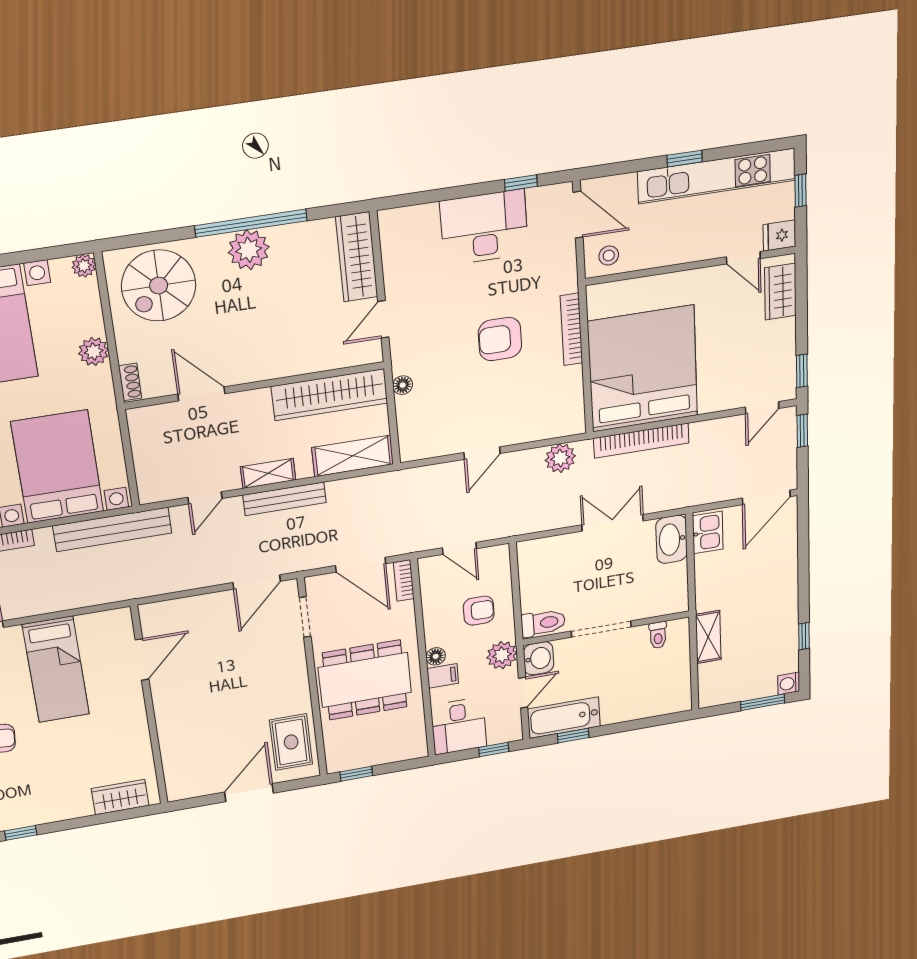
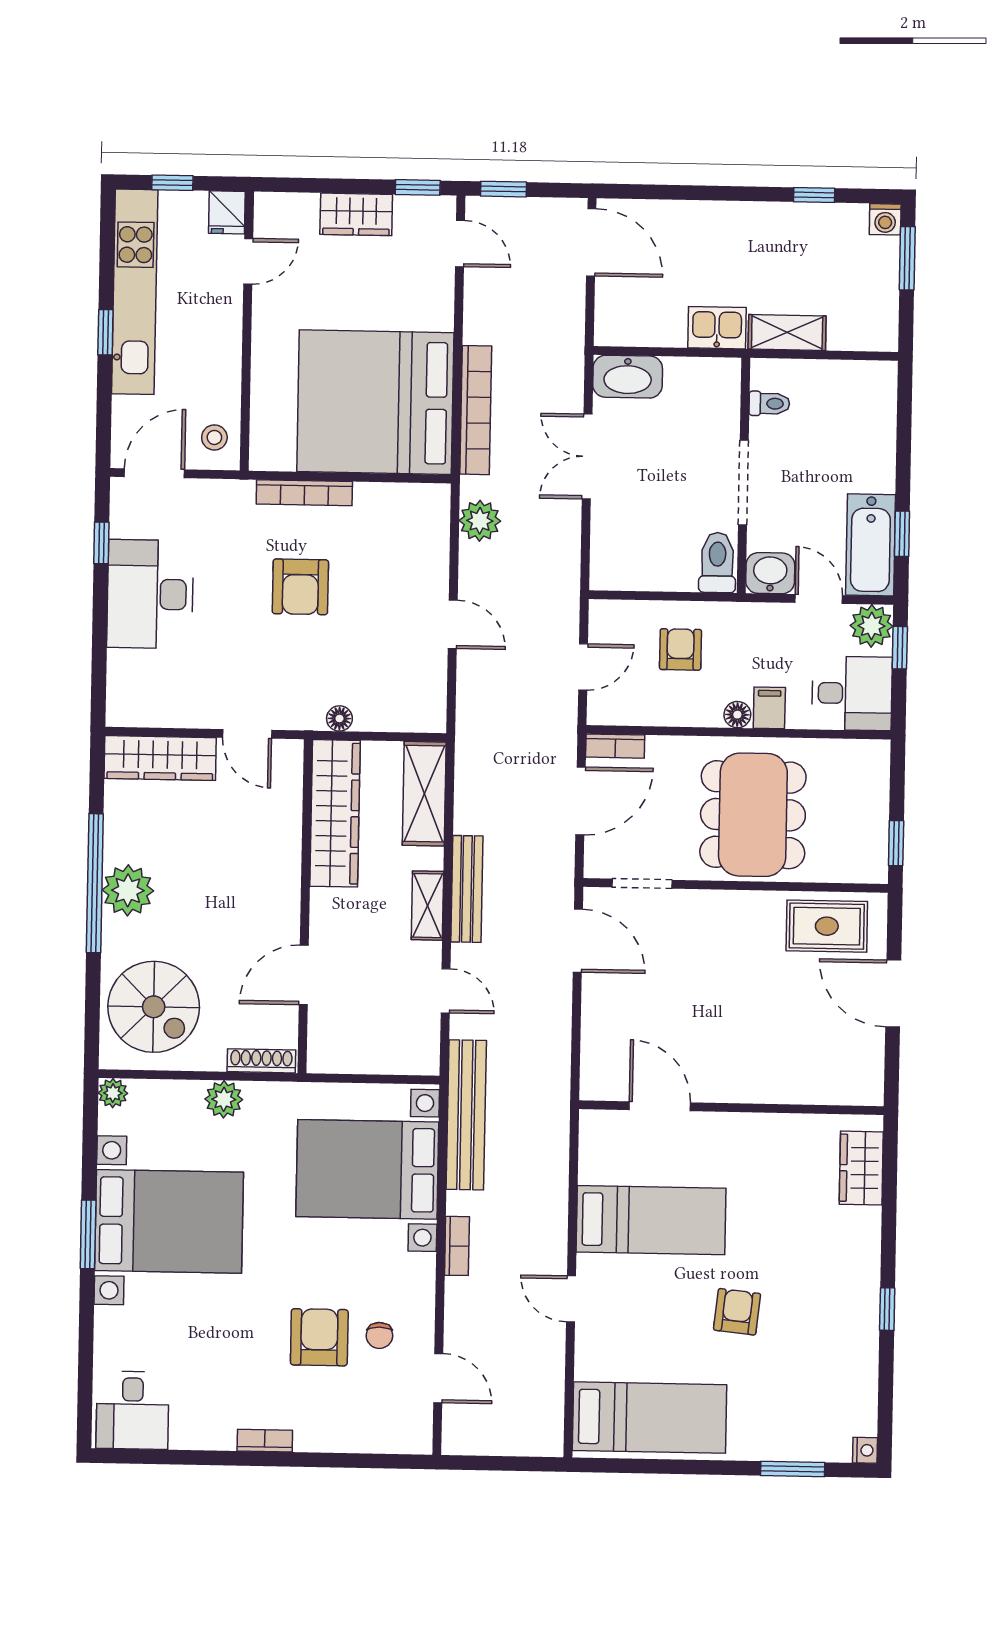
wardrobe: (780, 292) -> (356, 214), moved
shoe rack: (130, 382) -> (261, 1061), width x1.43
kitchen sink: (708, 532) -> (717, 328), moved
plant: (502, 655) -> (872, 626), moved

